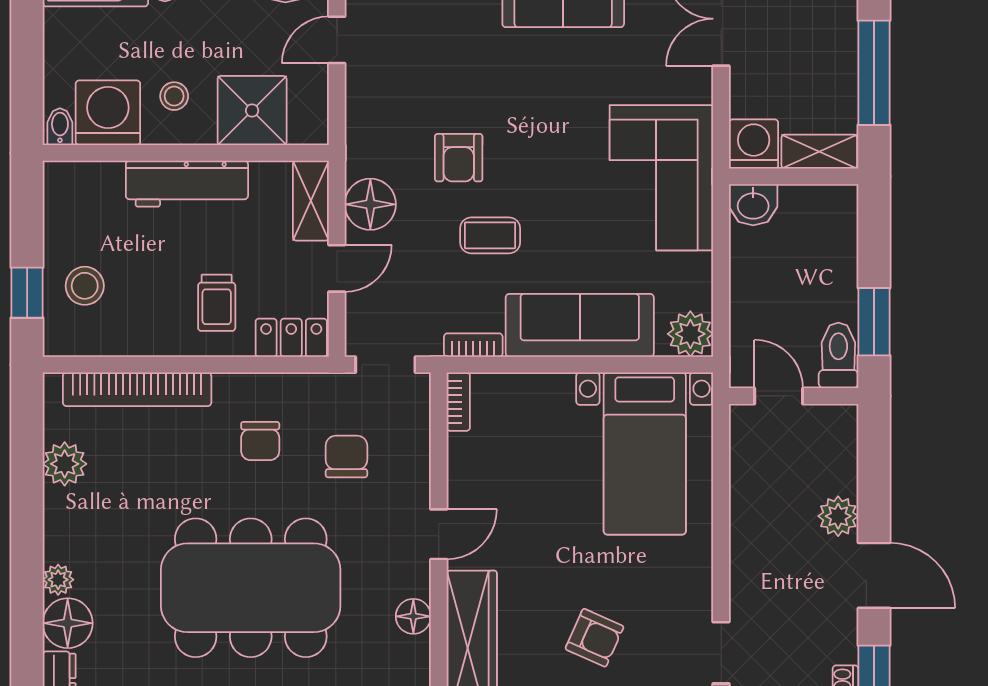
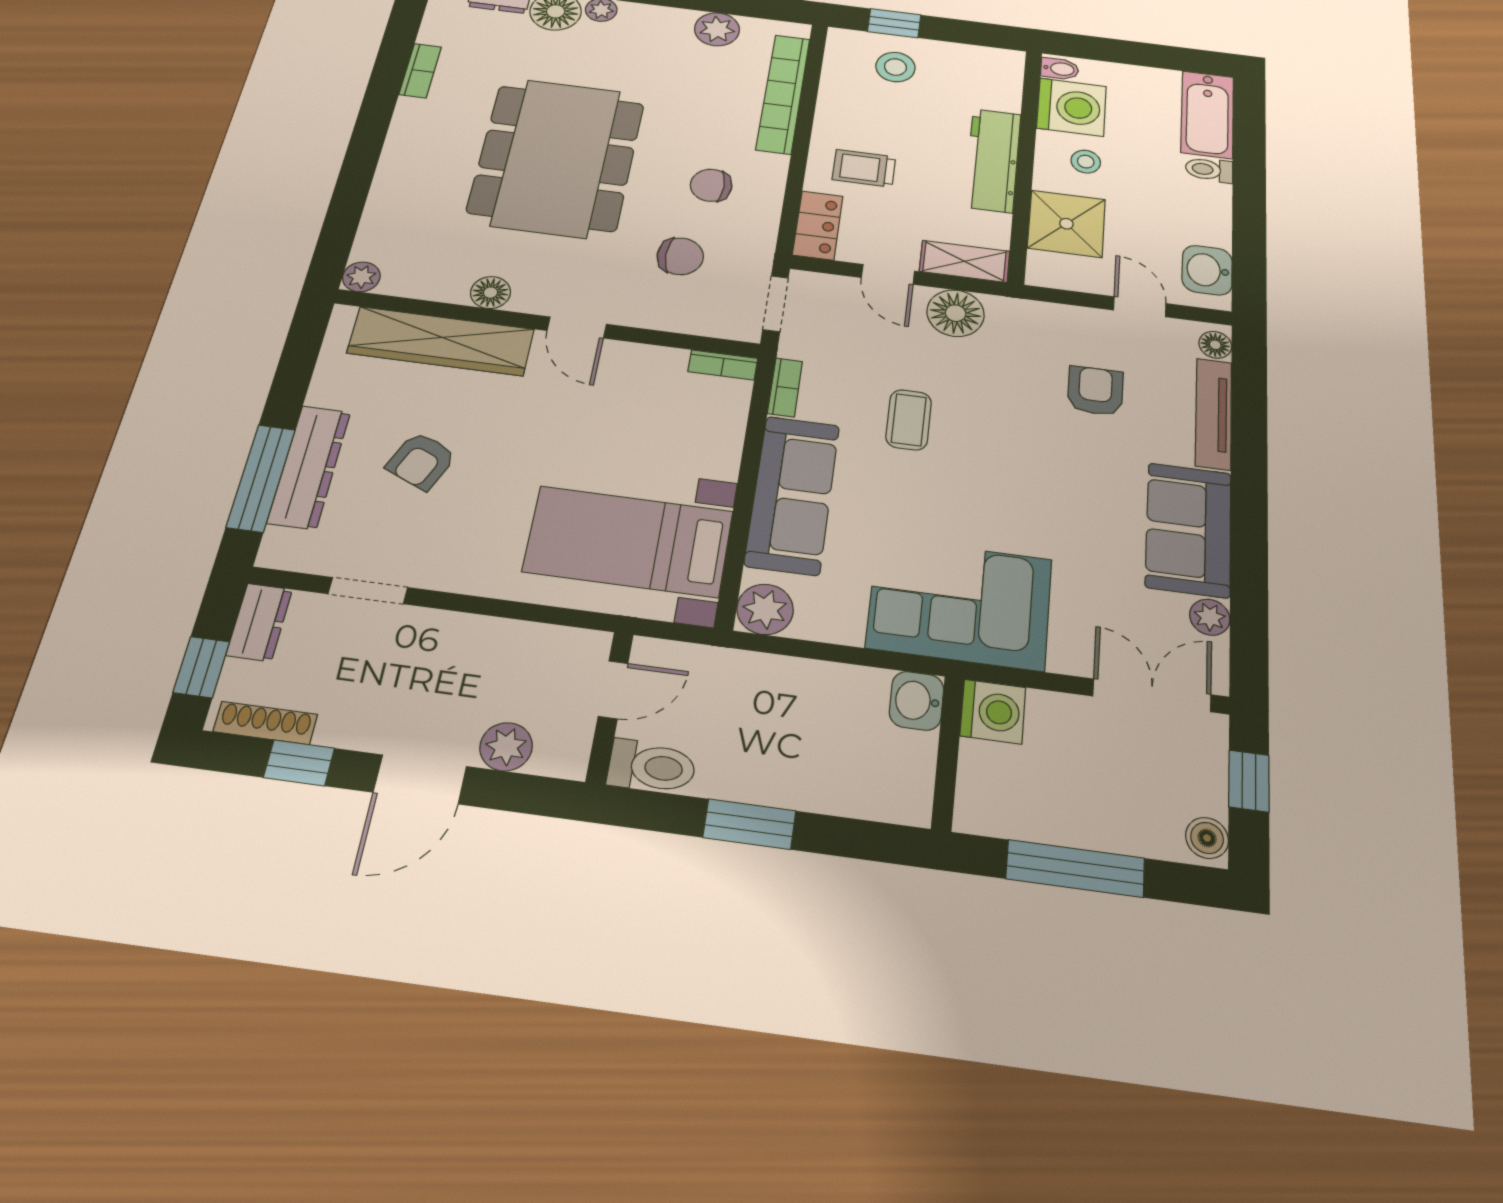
shelving: (819, 152) -> (977, 787), removed
armchair: (459, 158) -> (1095, 391), moved, turned 90
toilet: (838, 355) -> (652, 767), moved
door: (779, 396) -> (613, 690), moved
wall: (794, 396) -> (610, 707), moved

